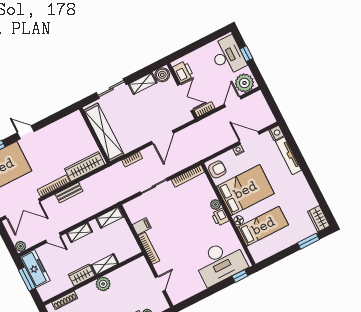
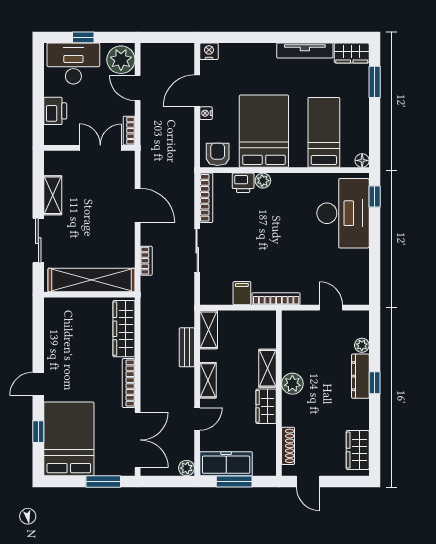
printer: (183, 72) -> (55, 111), moved, turned 90
boiler: (162, 75) -> (54, 163), removed
tv unit: (288, 156) -> (305, 51), moved
bench: (69, 193) -> (187, 347), moved
printer: (220, 217) -> (243, 183), moved
floor lamp: (239, 220) -> (362, 160), moved

